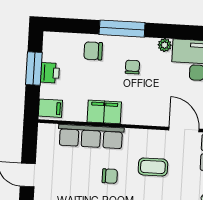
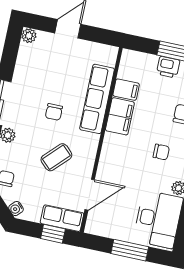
filing cabinet: (50, 108) -> (126, 90), moved, turned -90
coffee table: (153, 167) -> (56, 157), turned 44

